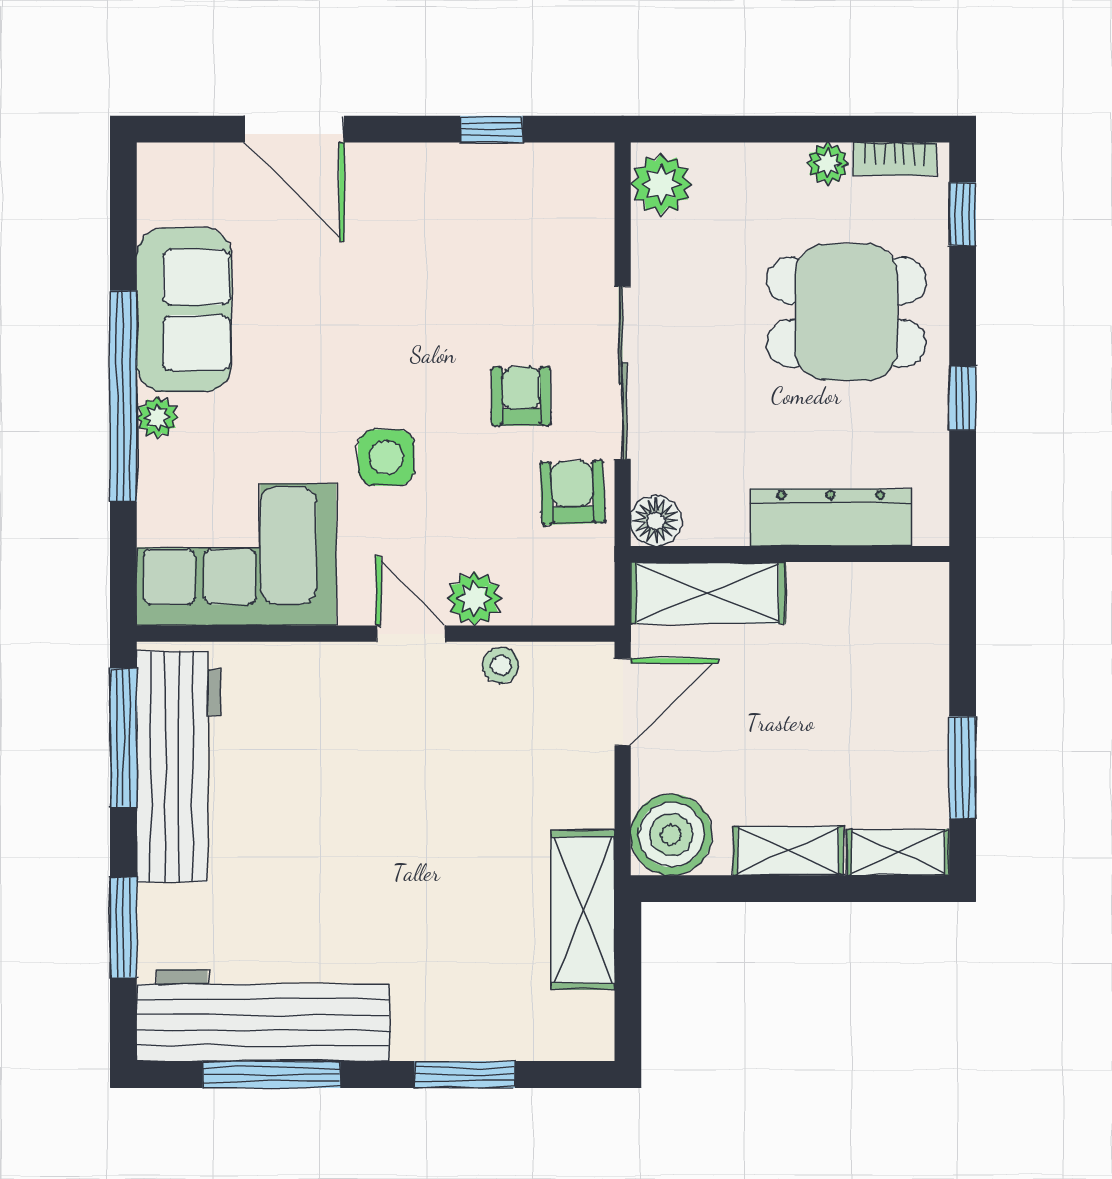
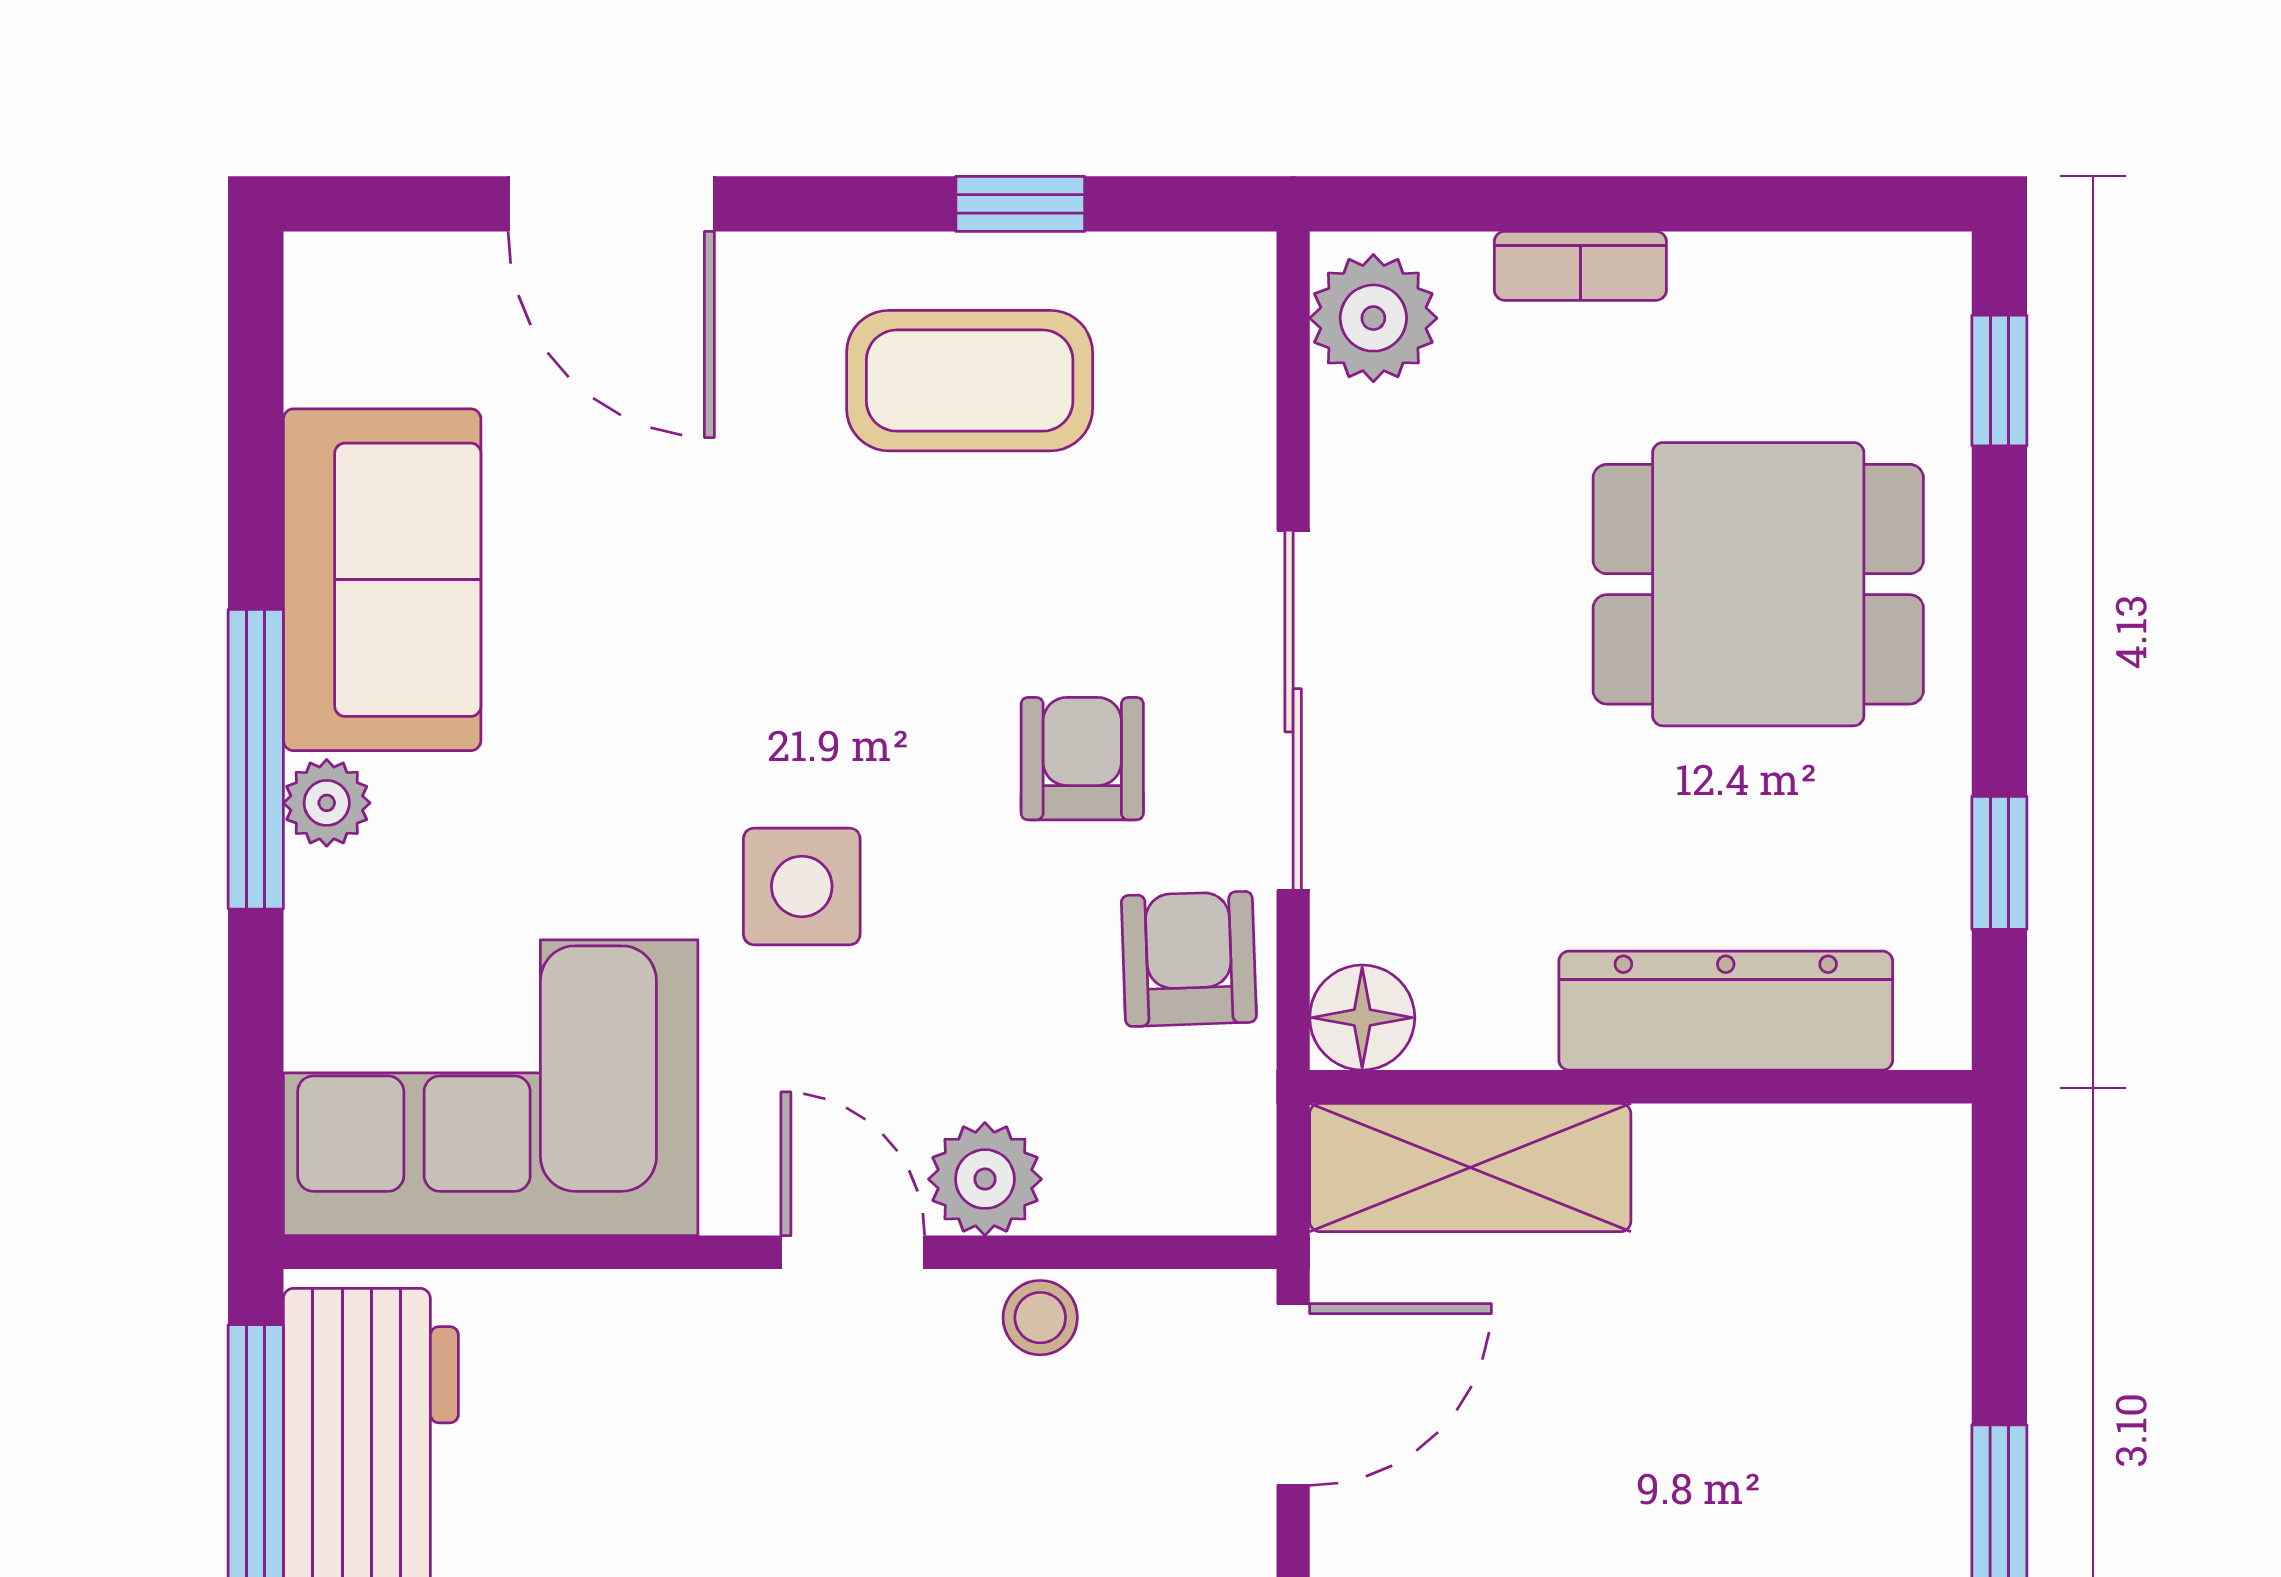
bookcase: (895, 159) -> (1580, 266), moved
plant: (828, 164) -> (1719, 275), removed
coffee table: (467, 214) -> (970, 381), added
window: (123, 396) -> (256, 759), width x0.68
window: (963, 398) -> (1999, 863), moved

